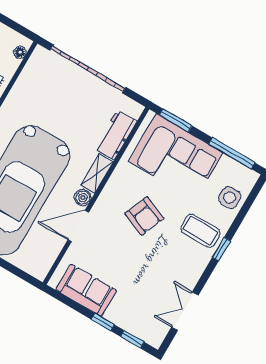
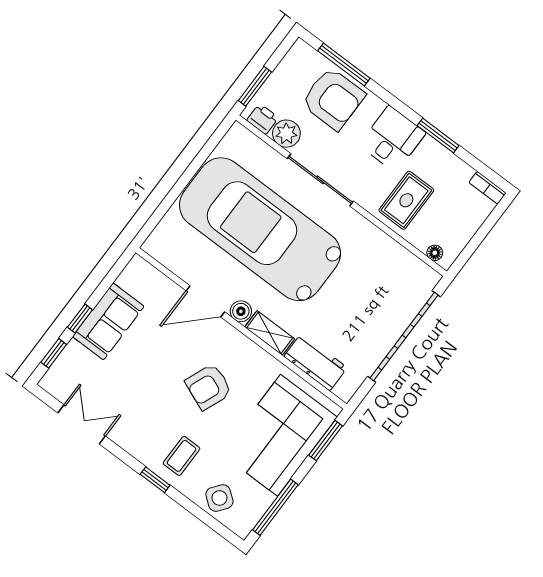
side table: (230, 198) -> (219, 498), turned 37
door: (78, 226) -> (205, 301), swing flipped
coffee table: (200, 231) -> (182, 456), width x0.73, depth x0.77
sofa: (86, 290) -> (108, 321), moved

